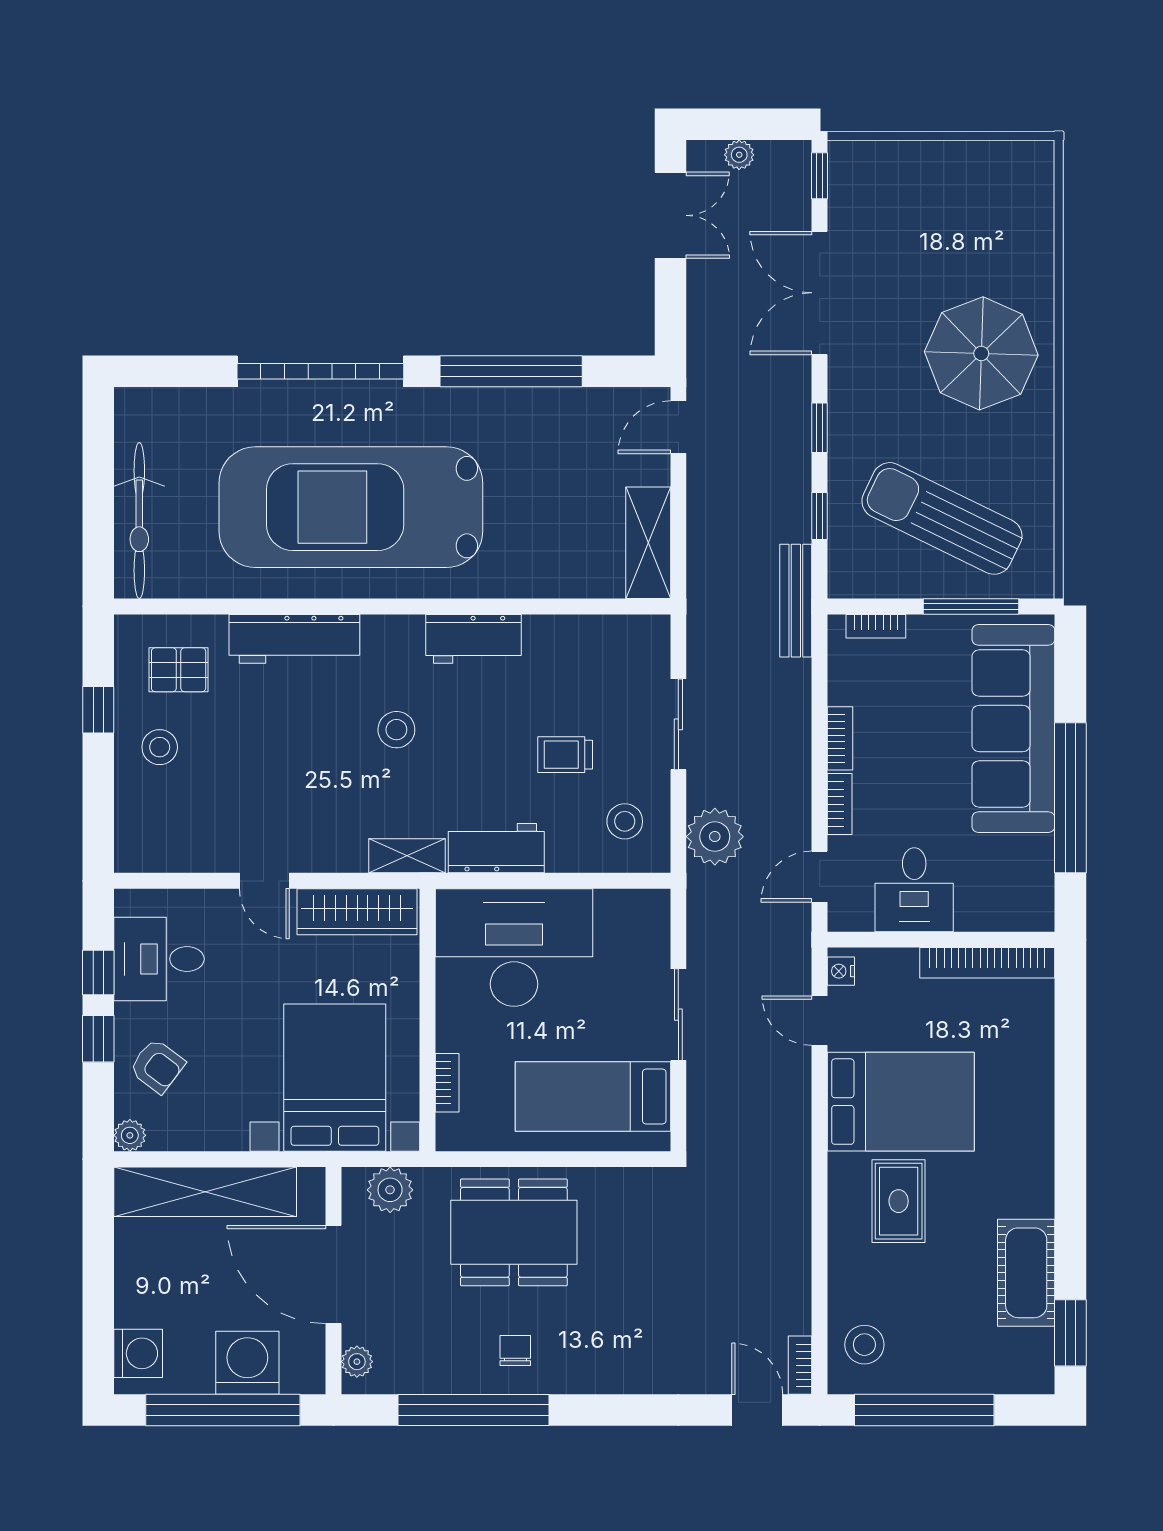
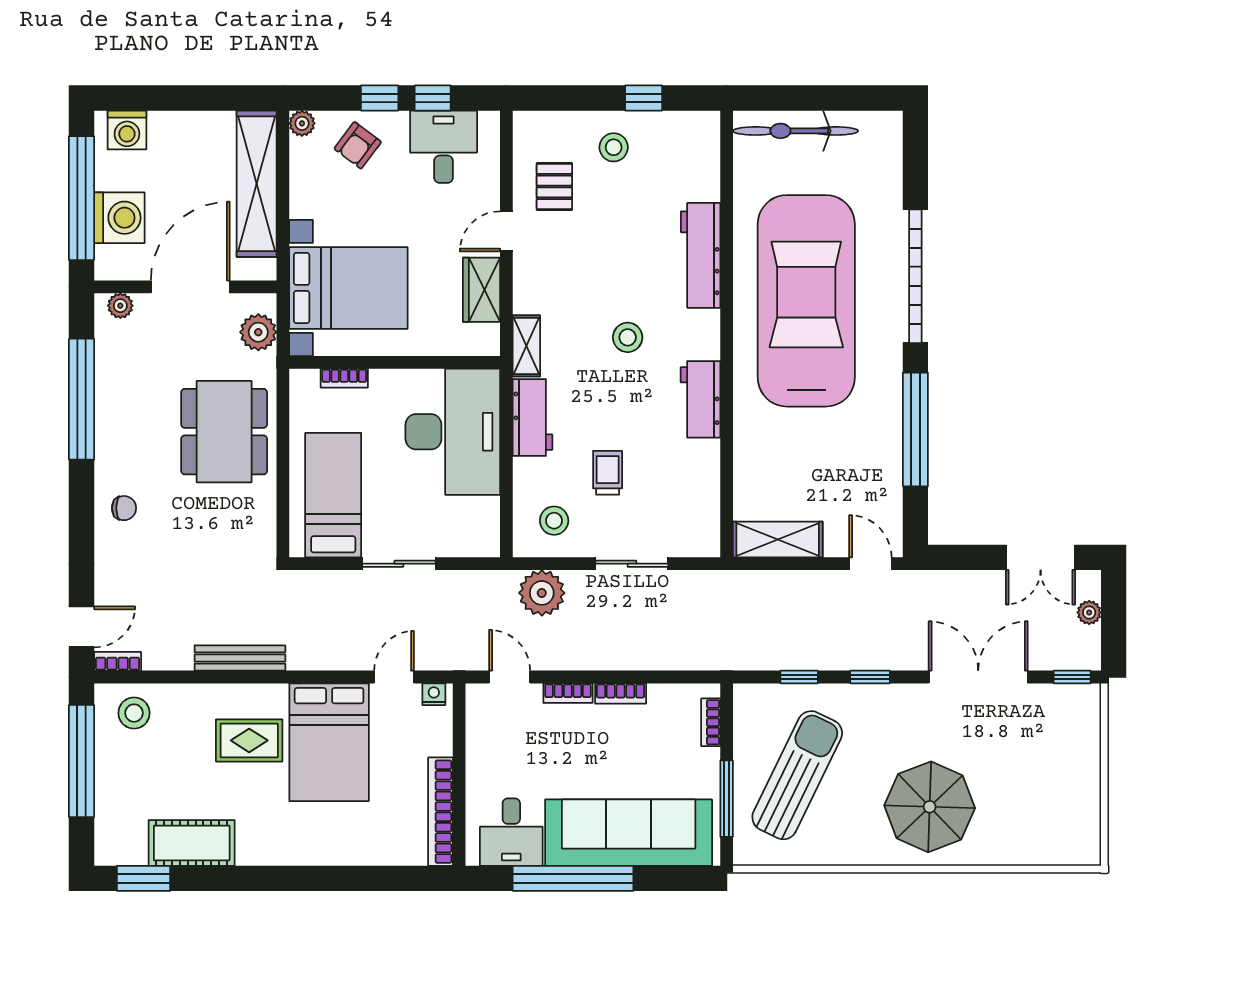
bench: (796, 601) -> (240, 658), moved
pallet: (179, 670) -> (554, 186), moved
desk: (914, 890) -> (511, 832), moved, turned -90
wardrobe: (357, 912) -> (481, 290), width x0.67
chair: (515, 1350) -> (124, 508), moved

